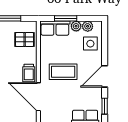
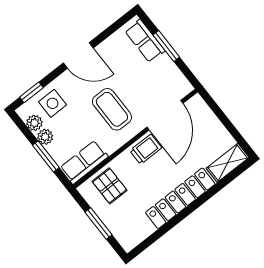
row of seats: (55, 28) -> (84, 162), moved, turned -90
window: (105, 106) -> (31, 92), moved

